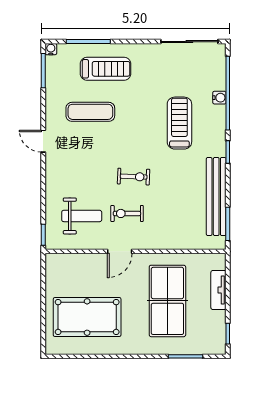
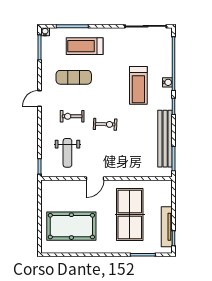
treadmill: (106, 69) -> (85, 46), turned 180
water cooler: (219, 98) -> (167, 82), moved
treadmill: (179, 123) -> (138, 85), turned 180
door: (43, 141) -> (40, 99), hinge flipped
exercise bike: (127, 213) -> (72, 116), moved
weight bench: (82, 216) -> (67, 153), turned 90
tv unit: (218, 290) -> (167, 227), moved, width x1.41

